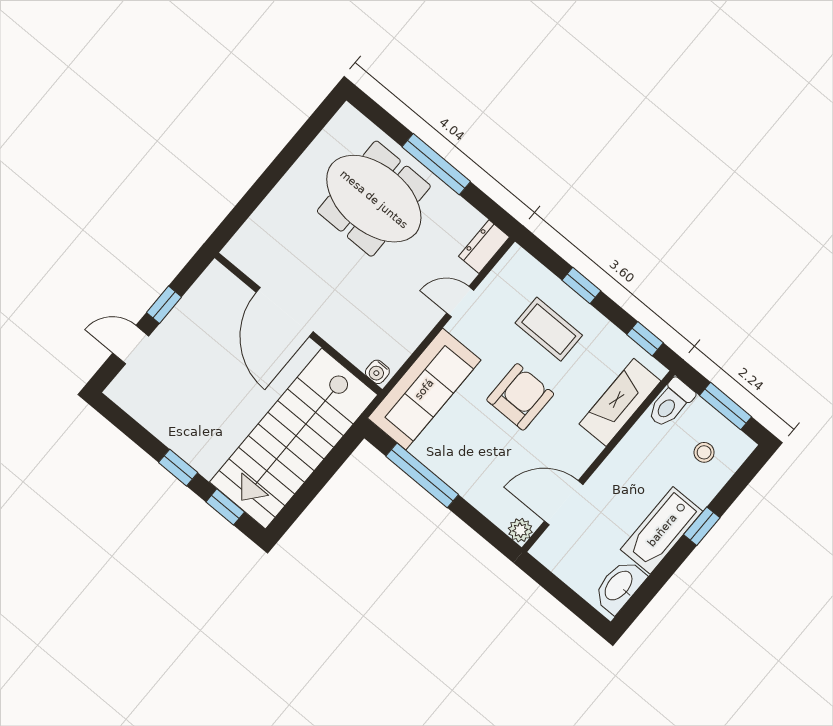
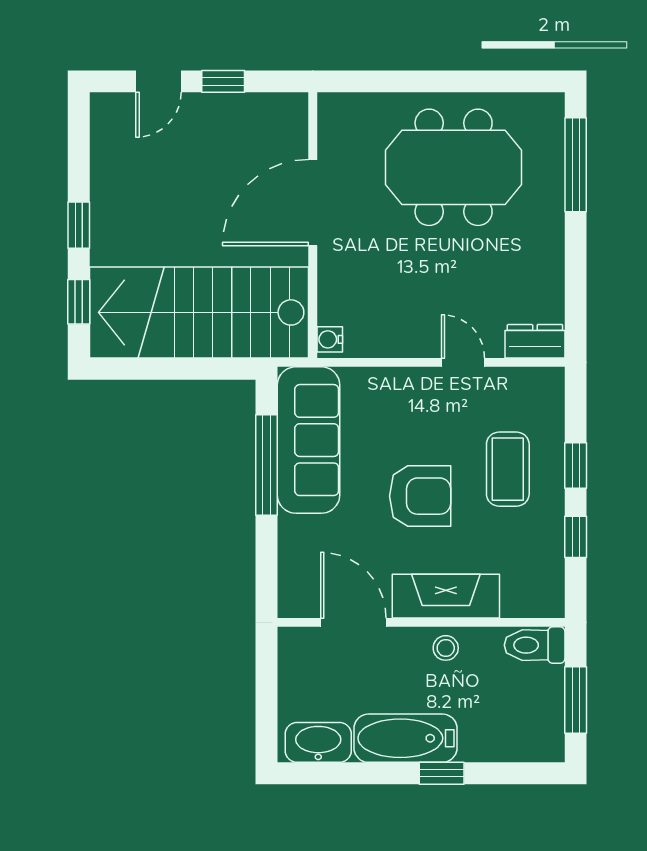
window: (436, 164) -> (576, 165), moved
meeting table: (374, 199) -> (454, 167), moved, turned 90
window: (645, 339) -> (576, 537), moved
door: (131, 345) -> (158, 81), swing flipped
sofa: (424, 389) -> (309, 440), moved, turned -90
fireplace: (620, 402) -> (446, 596), moved
stool: (704, 452) -> (446, 648), moved
plant: (520, 530) -> (293, 603), removed

